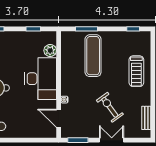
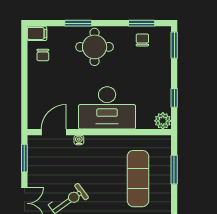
plant: (50, 50) -> (163, 121), moved
exercise mat: (93, 56) -> (138, 179), turned 90

